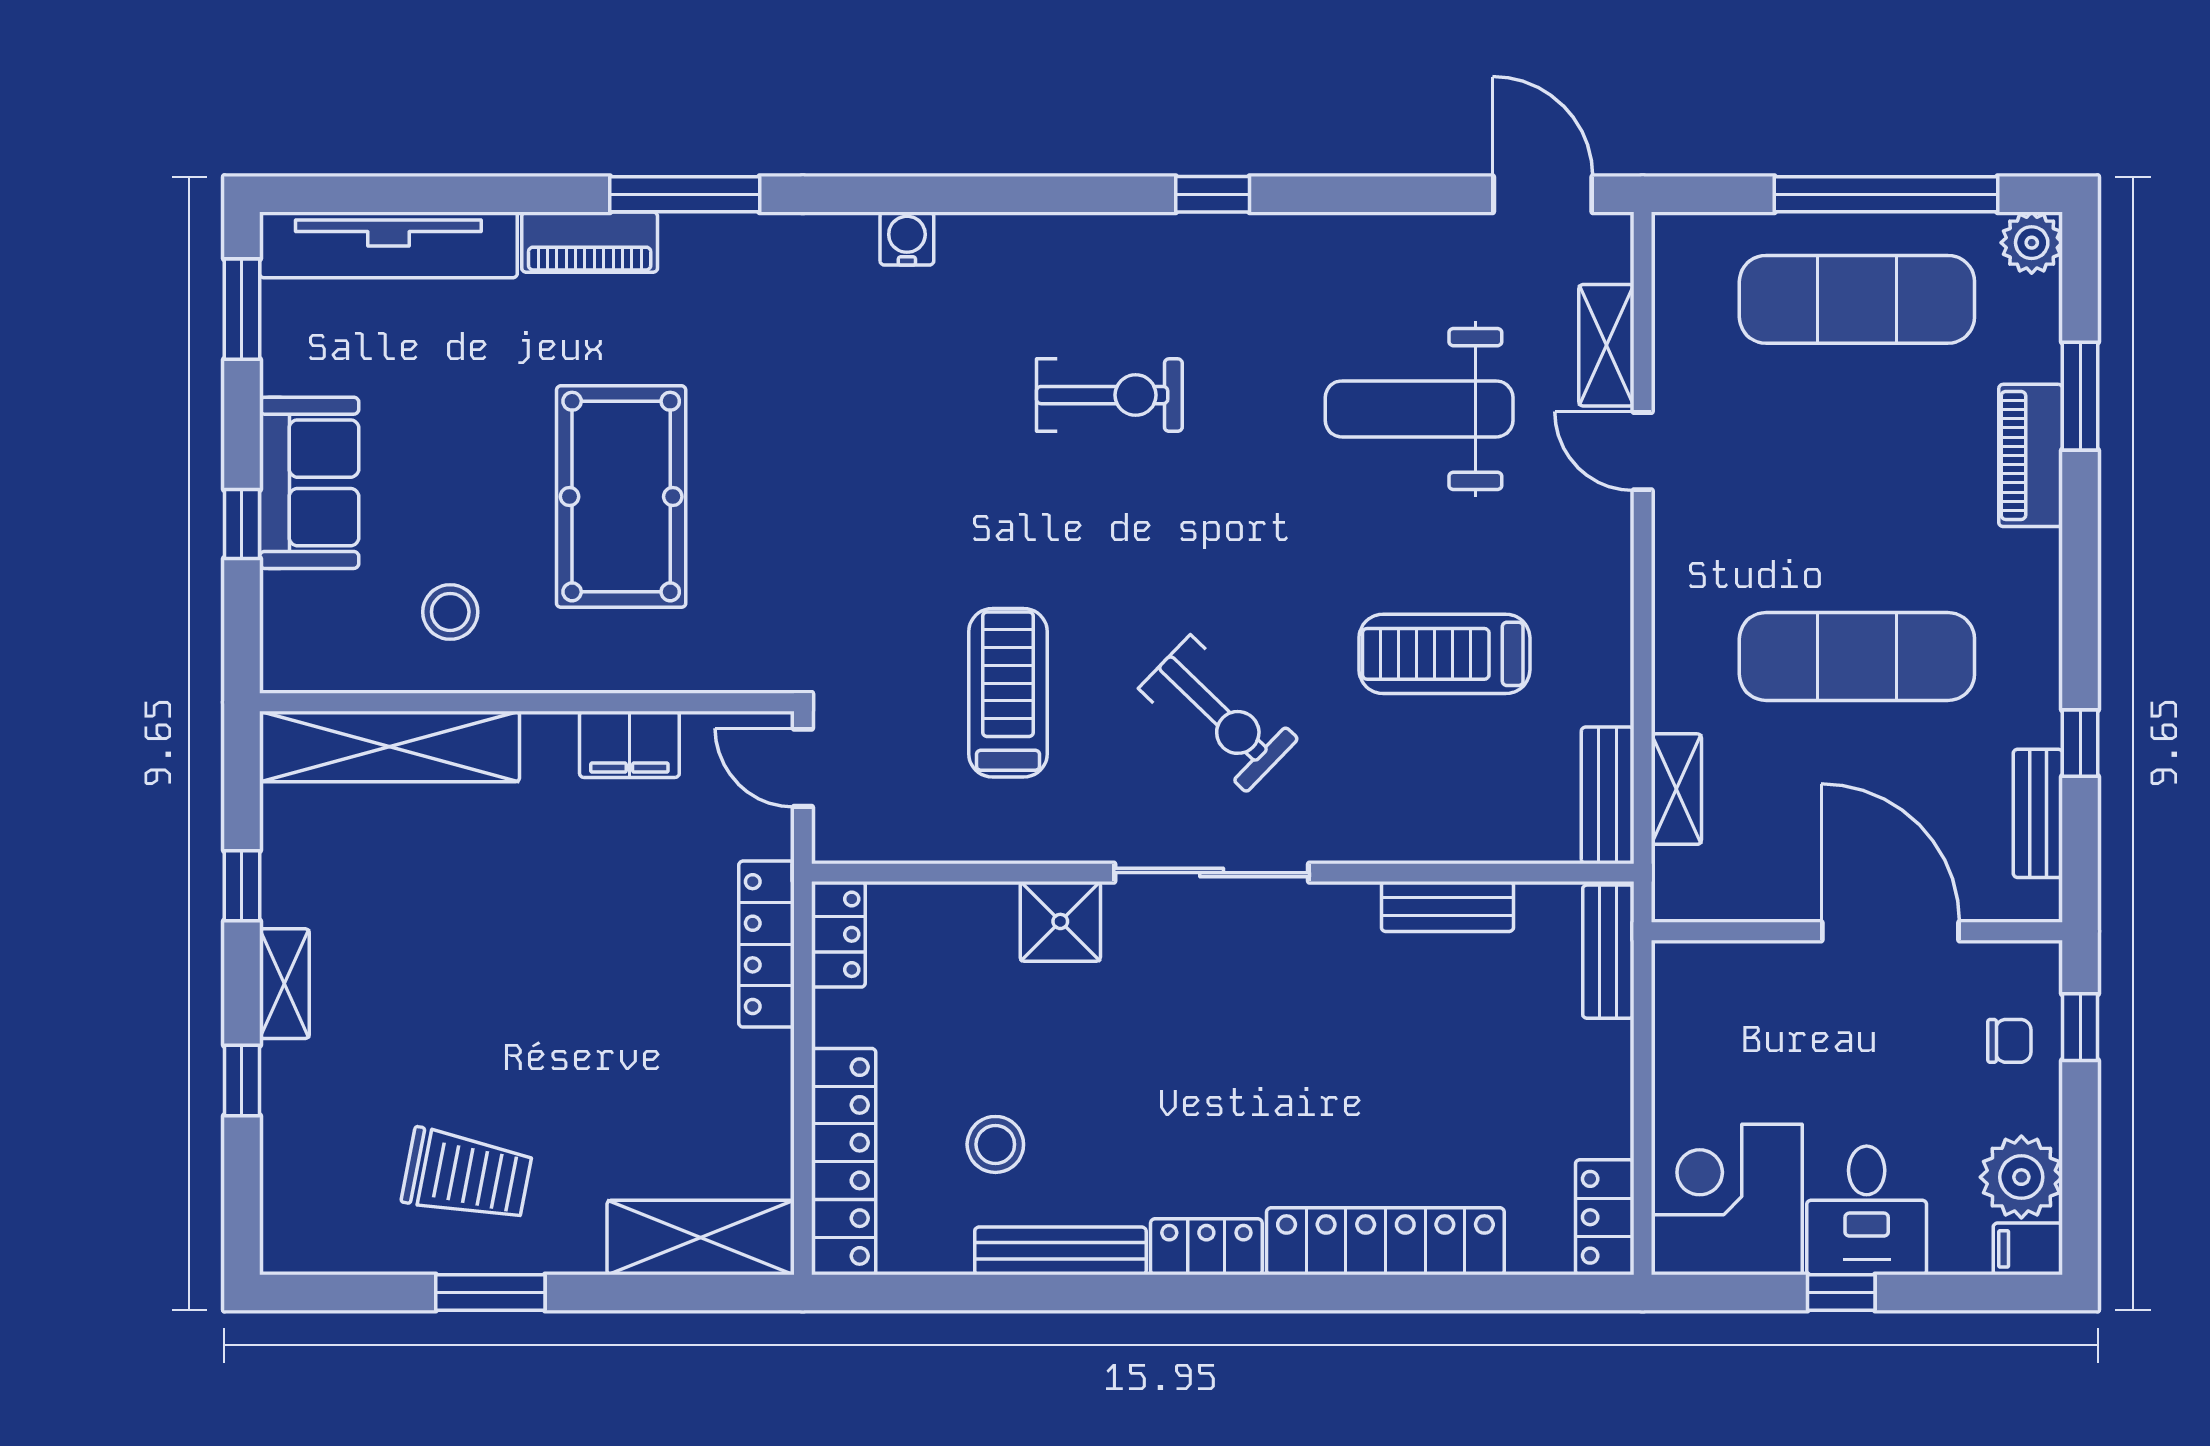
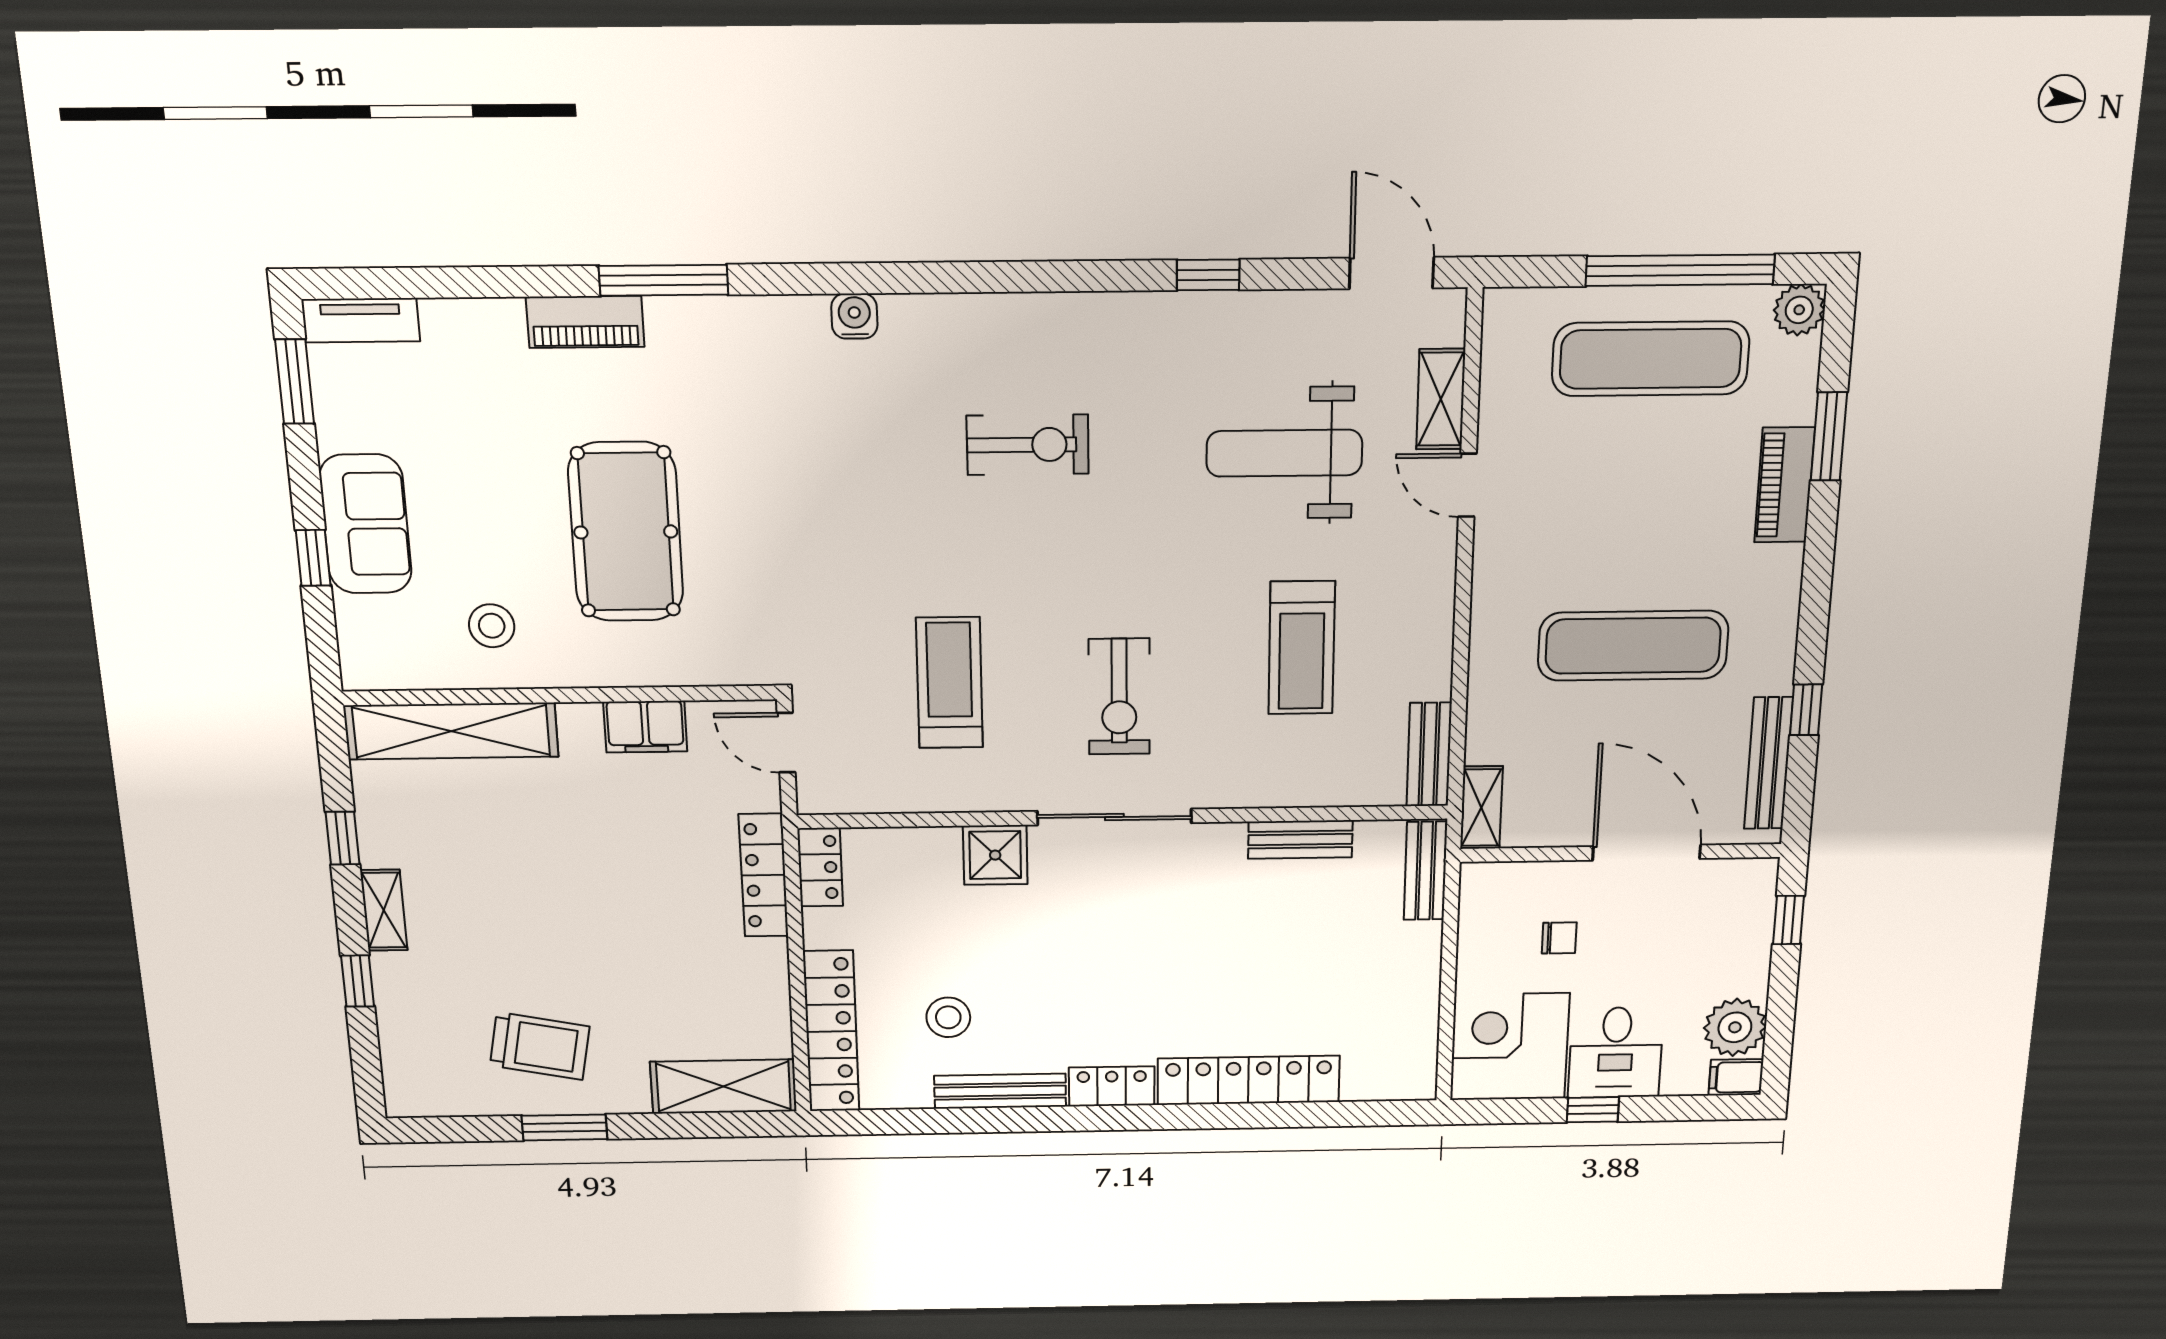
window: (1213, 194) -> (1208, 275), moved
tv unit: (388, 245) -> (361, 320), width x0.52, depth x0.78
treadmill: (1444, 654) -> (1302, 648), turned -90
exercise bike: (1218, 714) -> (1119, 697), turned 46
shelving: (1676, 789) -> (1481, 808), moved
bench: (2038, 813) -> (1768, 763), width x1.36
chair: (2009, 1041) -> (1559, 938), moved
locker: (1605, 1217) -> (1416, 1061), removed

